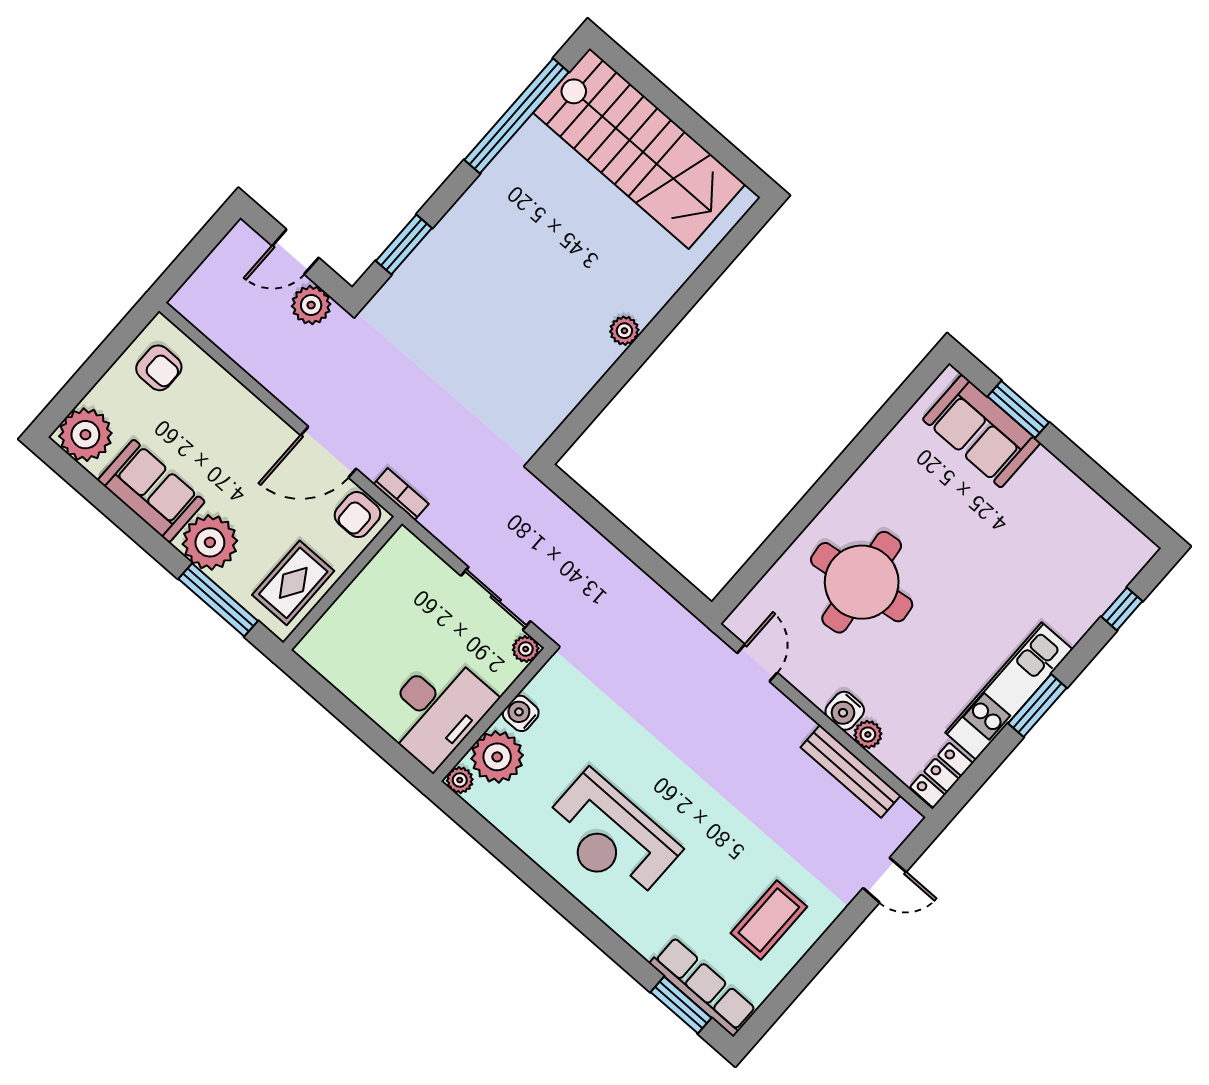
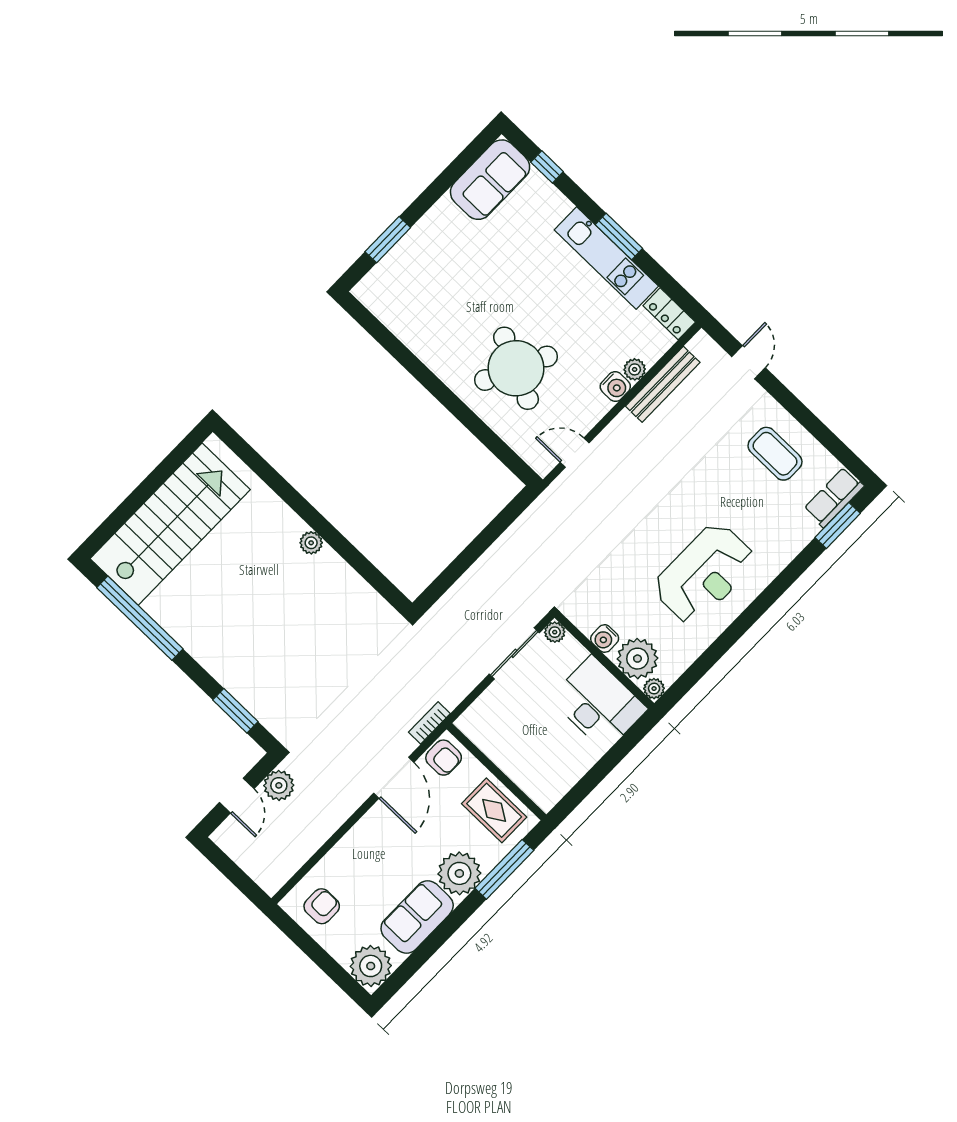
sofa: (981, 431) -> (490, 180), moved
round table: (862, 582) -> (516, 368), turned 32
row of seats: (703, 986) -> (834, 497), width x0.68

